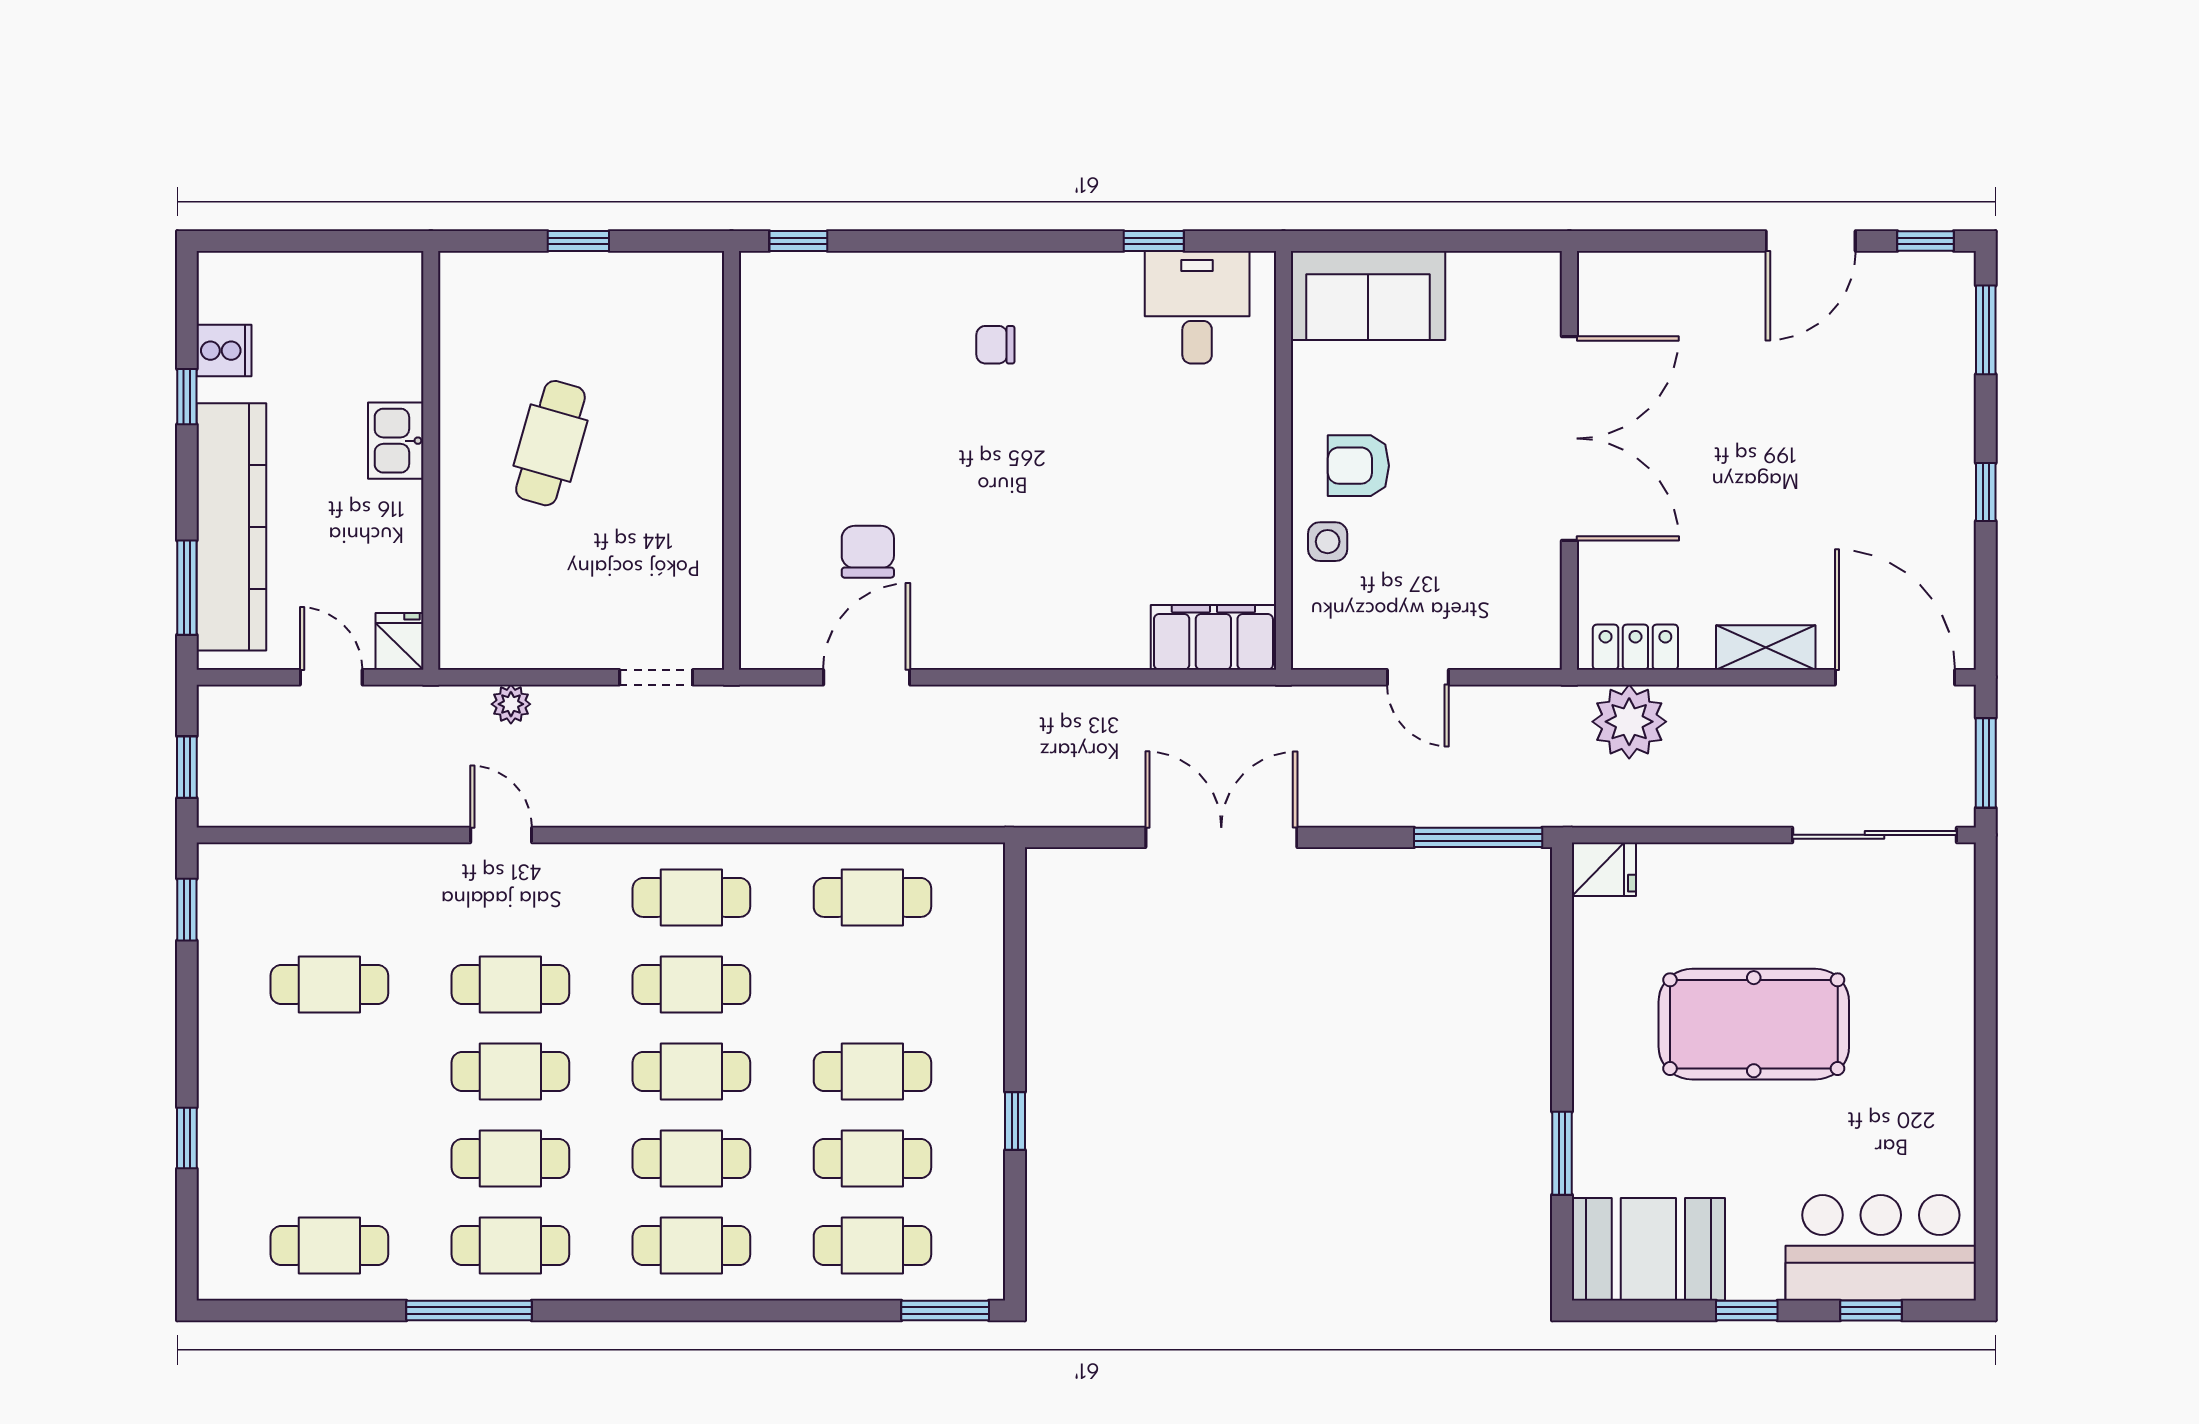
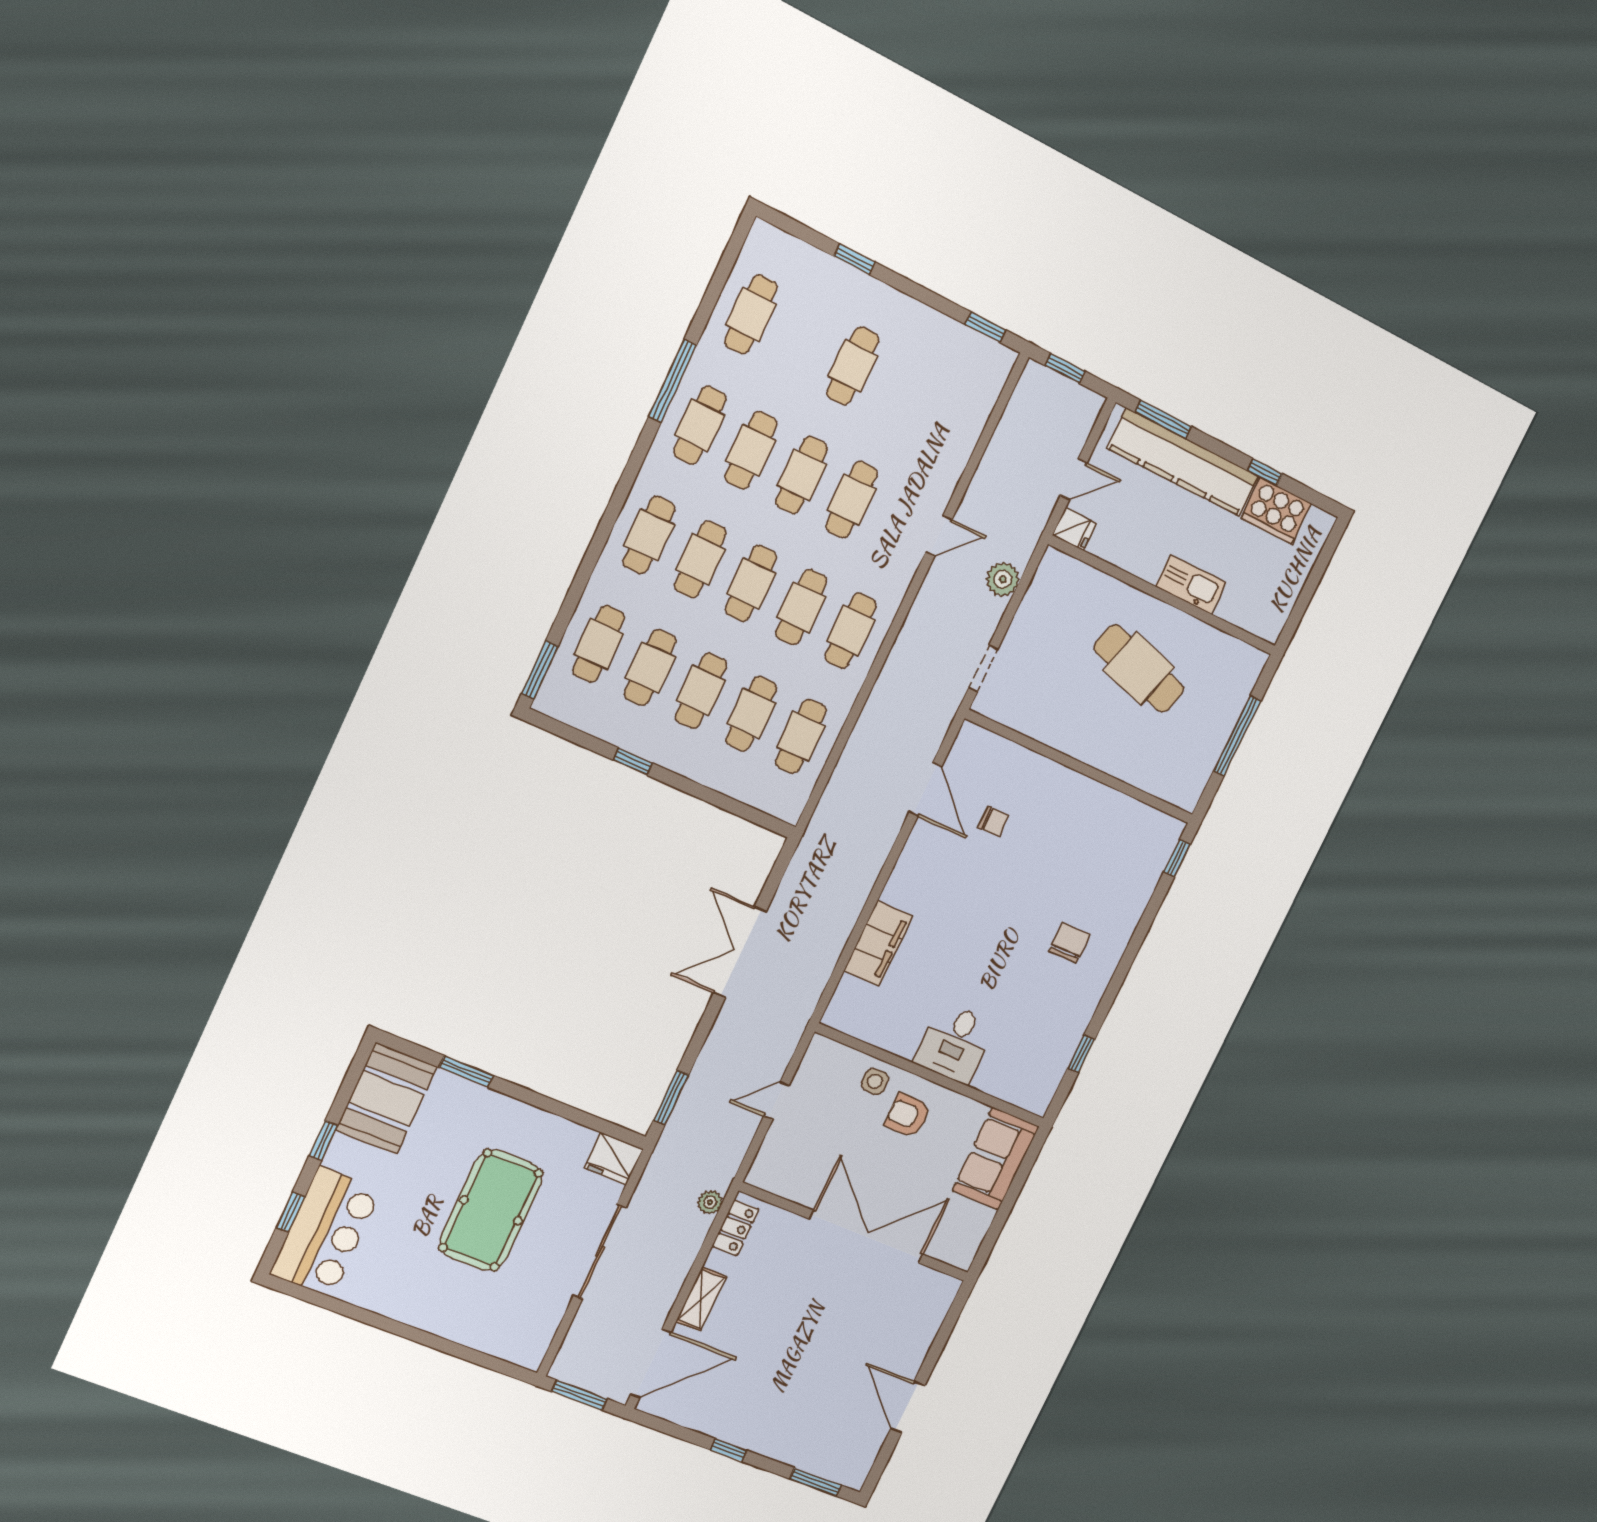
window: (578, 241) -> (1237, 736), width x2.17
window: (1926, 241) -> (878, 1468), removed
desk: (1197, 307) -> (955, 1043), moved, turned 90
chair: (995, 345) -> (1069, 943), width x1.37, depth x1.37
cooker: (224, 351) -> (1276, 511), width x1.87, depth x1.31
double door: (1569, 438) -> (866, 1237), swing flipped
kitchen sink: (396, 441) -> (1191, 584), width x1.38
cafe table: (550, 443) -> (1139, 669), width x1.37, depth x1.35
armchair: (1358, 466) -> (908, 1116), turned -90
chair: (868, 552) -> (993, 821), width x0.73, depth x0.73
filing cabinet: (1213, 637) -> (878, 944), moved
plant: (511, 704) -> (1003, 579), width x1.38, depth x1.38
plant: (1629, 722) -> (710, 1202), width x0.53, depth x0.53
sliding door: (1875, 835) -> (600, 1252), moved
double door: (1221, 837) -> (740, 952), swing flipped
window: (1478, 837) -> (671, 1098), width x0.69
fridge: (1604, 869) -> (614, 1159), width x1.38
cafe table: (329, 984) -> (853, 366), moved
cafe table: (872, 984) -> (751, 714), added

